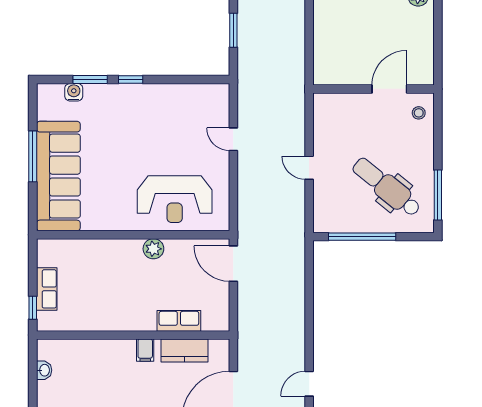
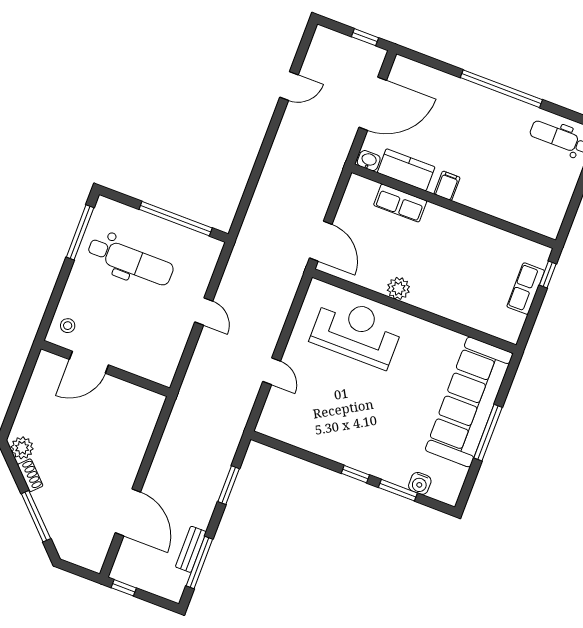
dental chair: (387, 187) -> (131, 261), turned -39
washbasin: (44, 370) -> (369, 161), moved, turned 90

